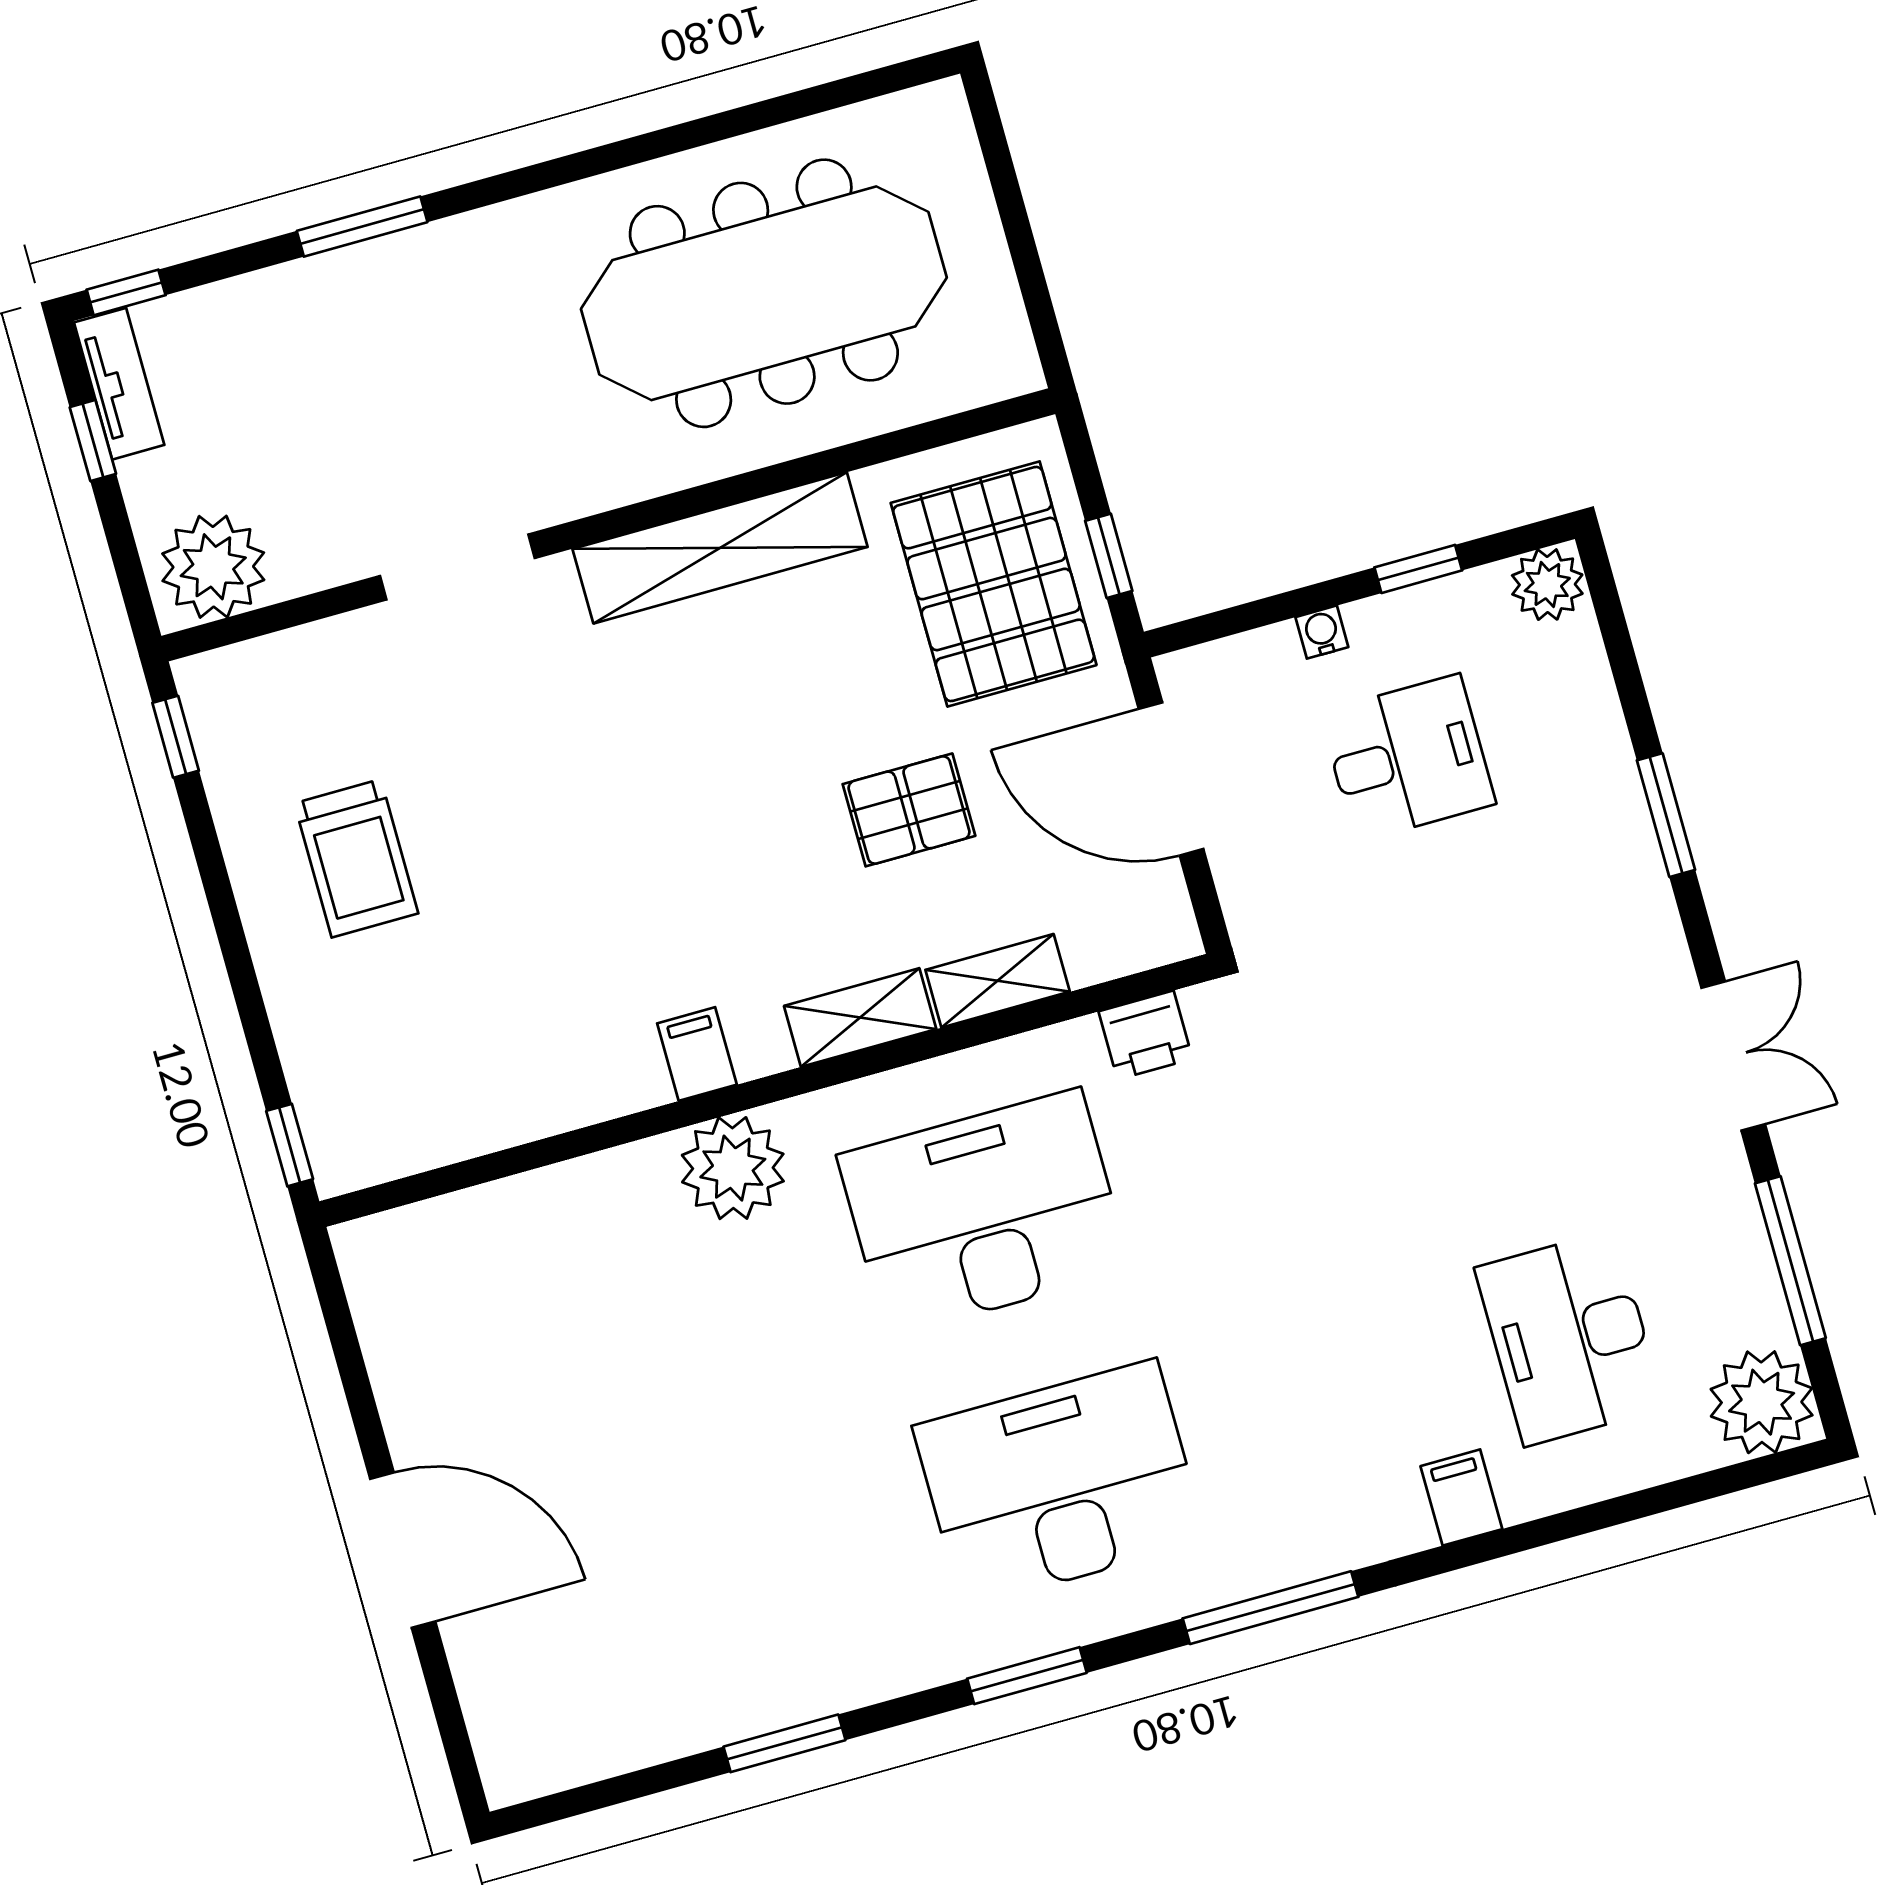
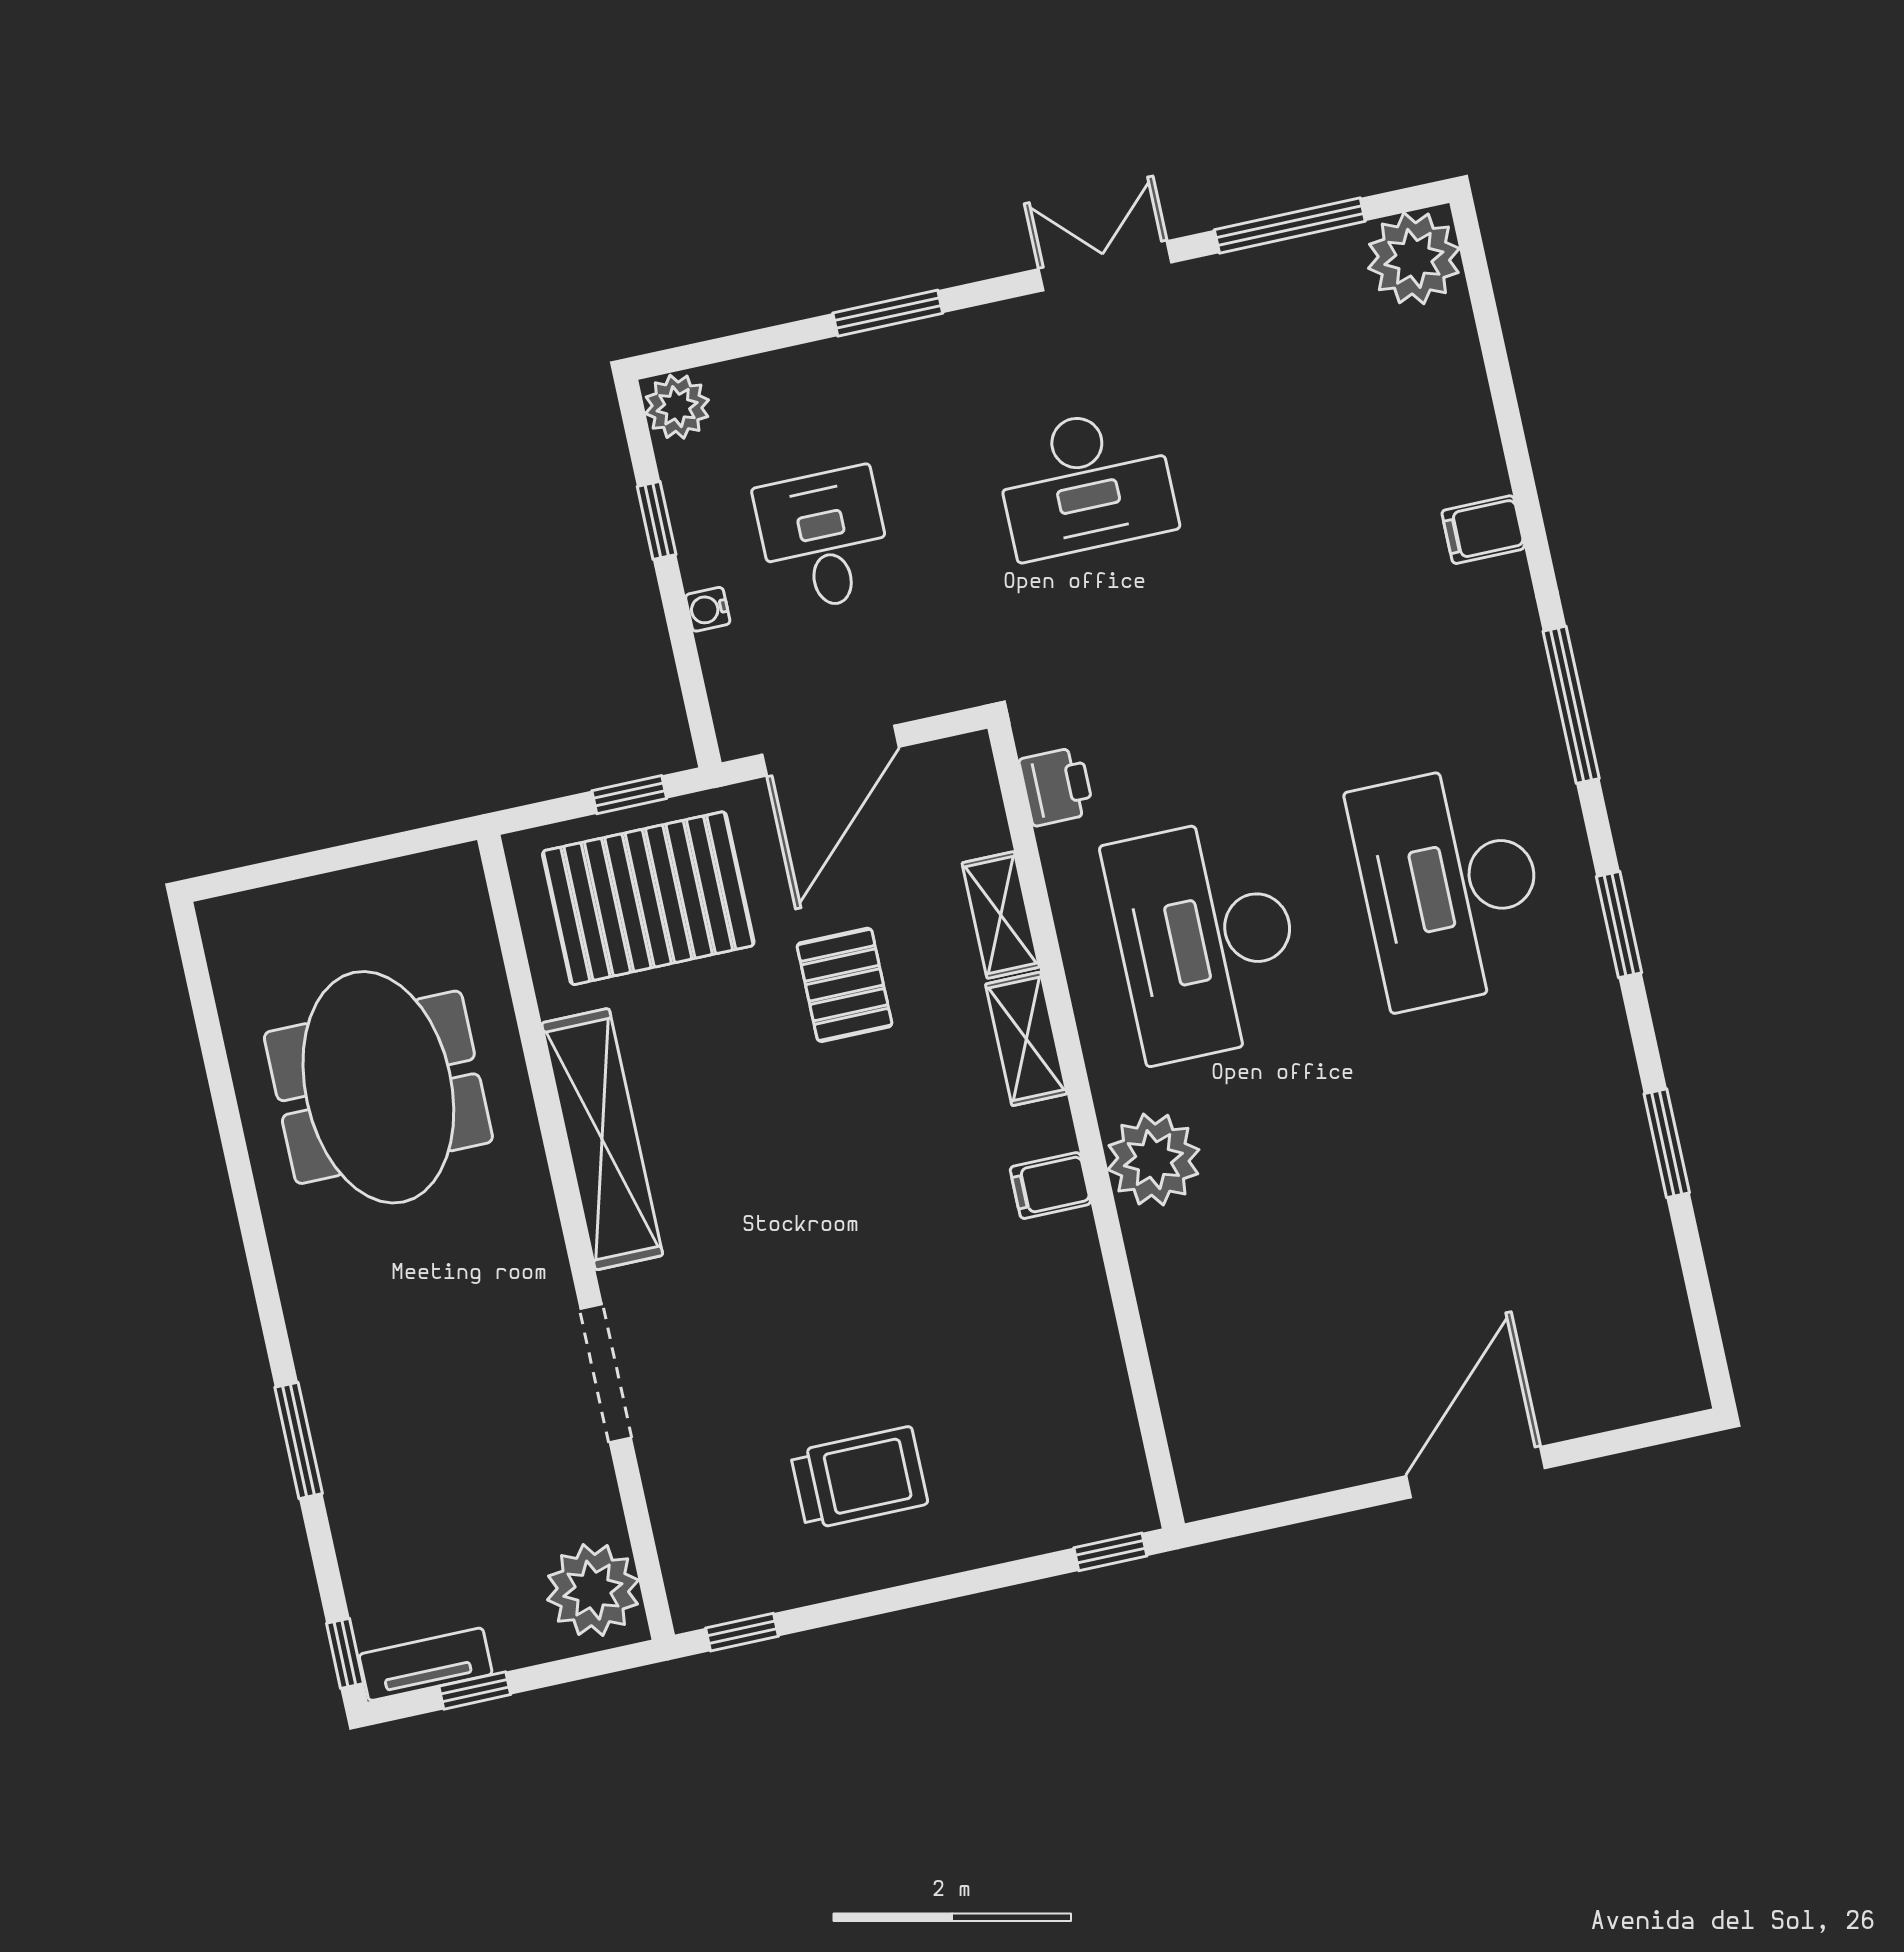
meeting table: (764, 293) -> (378, 1087), width x0.73
desk: (1570, 1338) -> (1085, 483), moved

